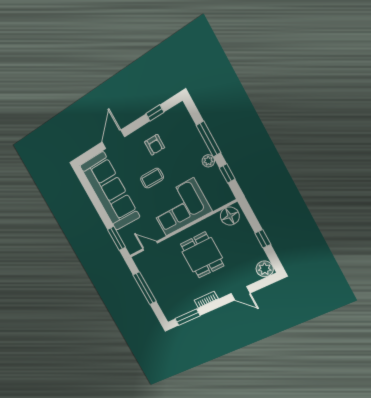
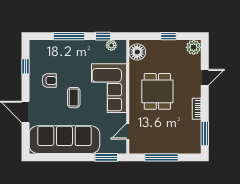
plant: (208, 161) -> (111, 45), moved
dining table: (202, 255) -> (157, 91), turned 90

